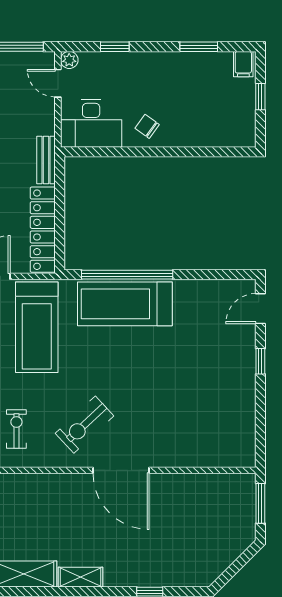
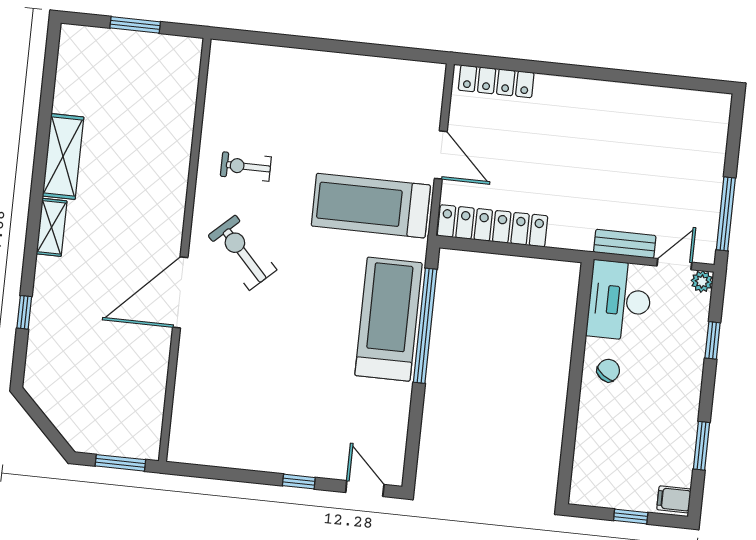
bench: (46, 160) -> (625, 244), moved
exercise bike: (16, 429) -> (246, 167), turned 180

